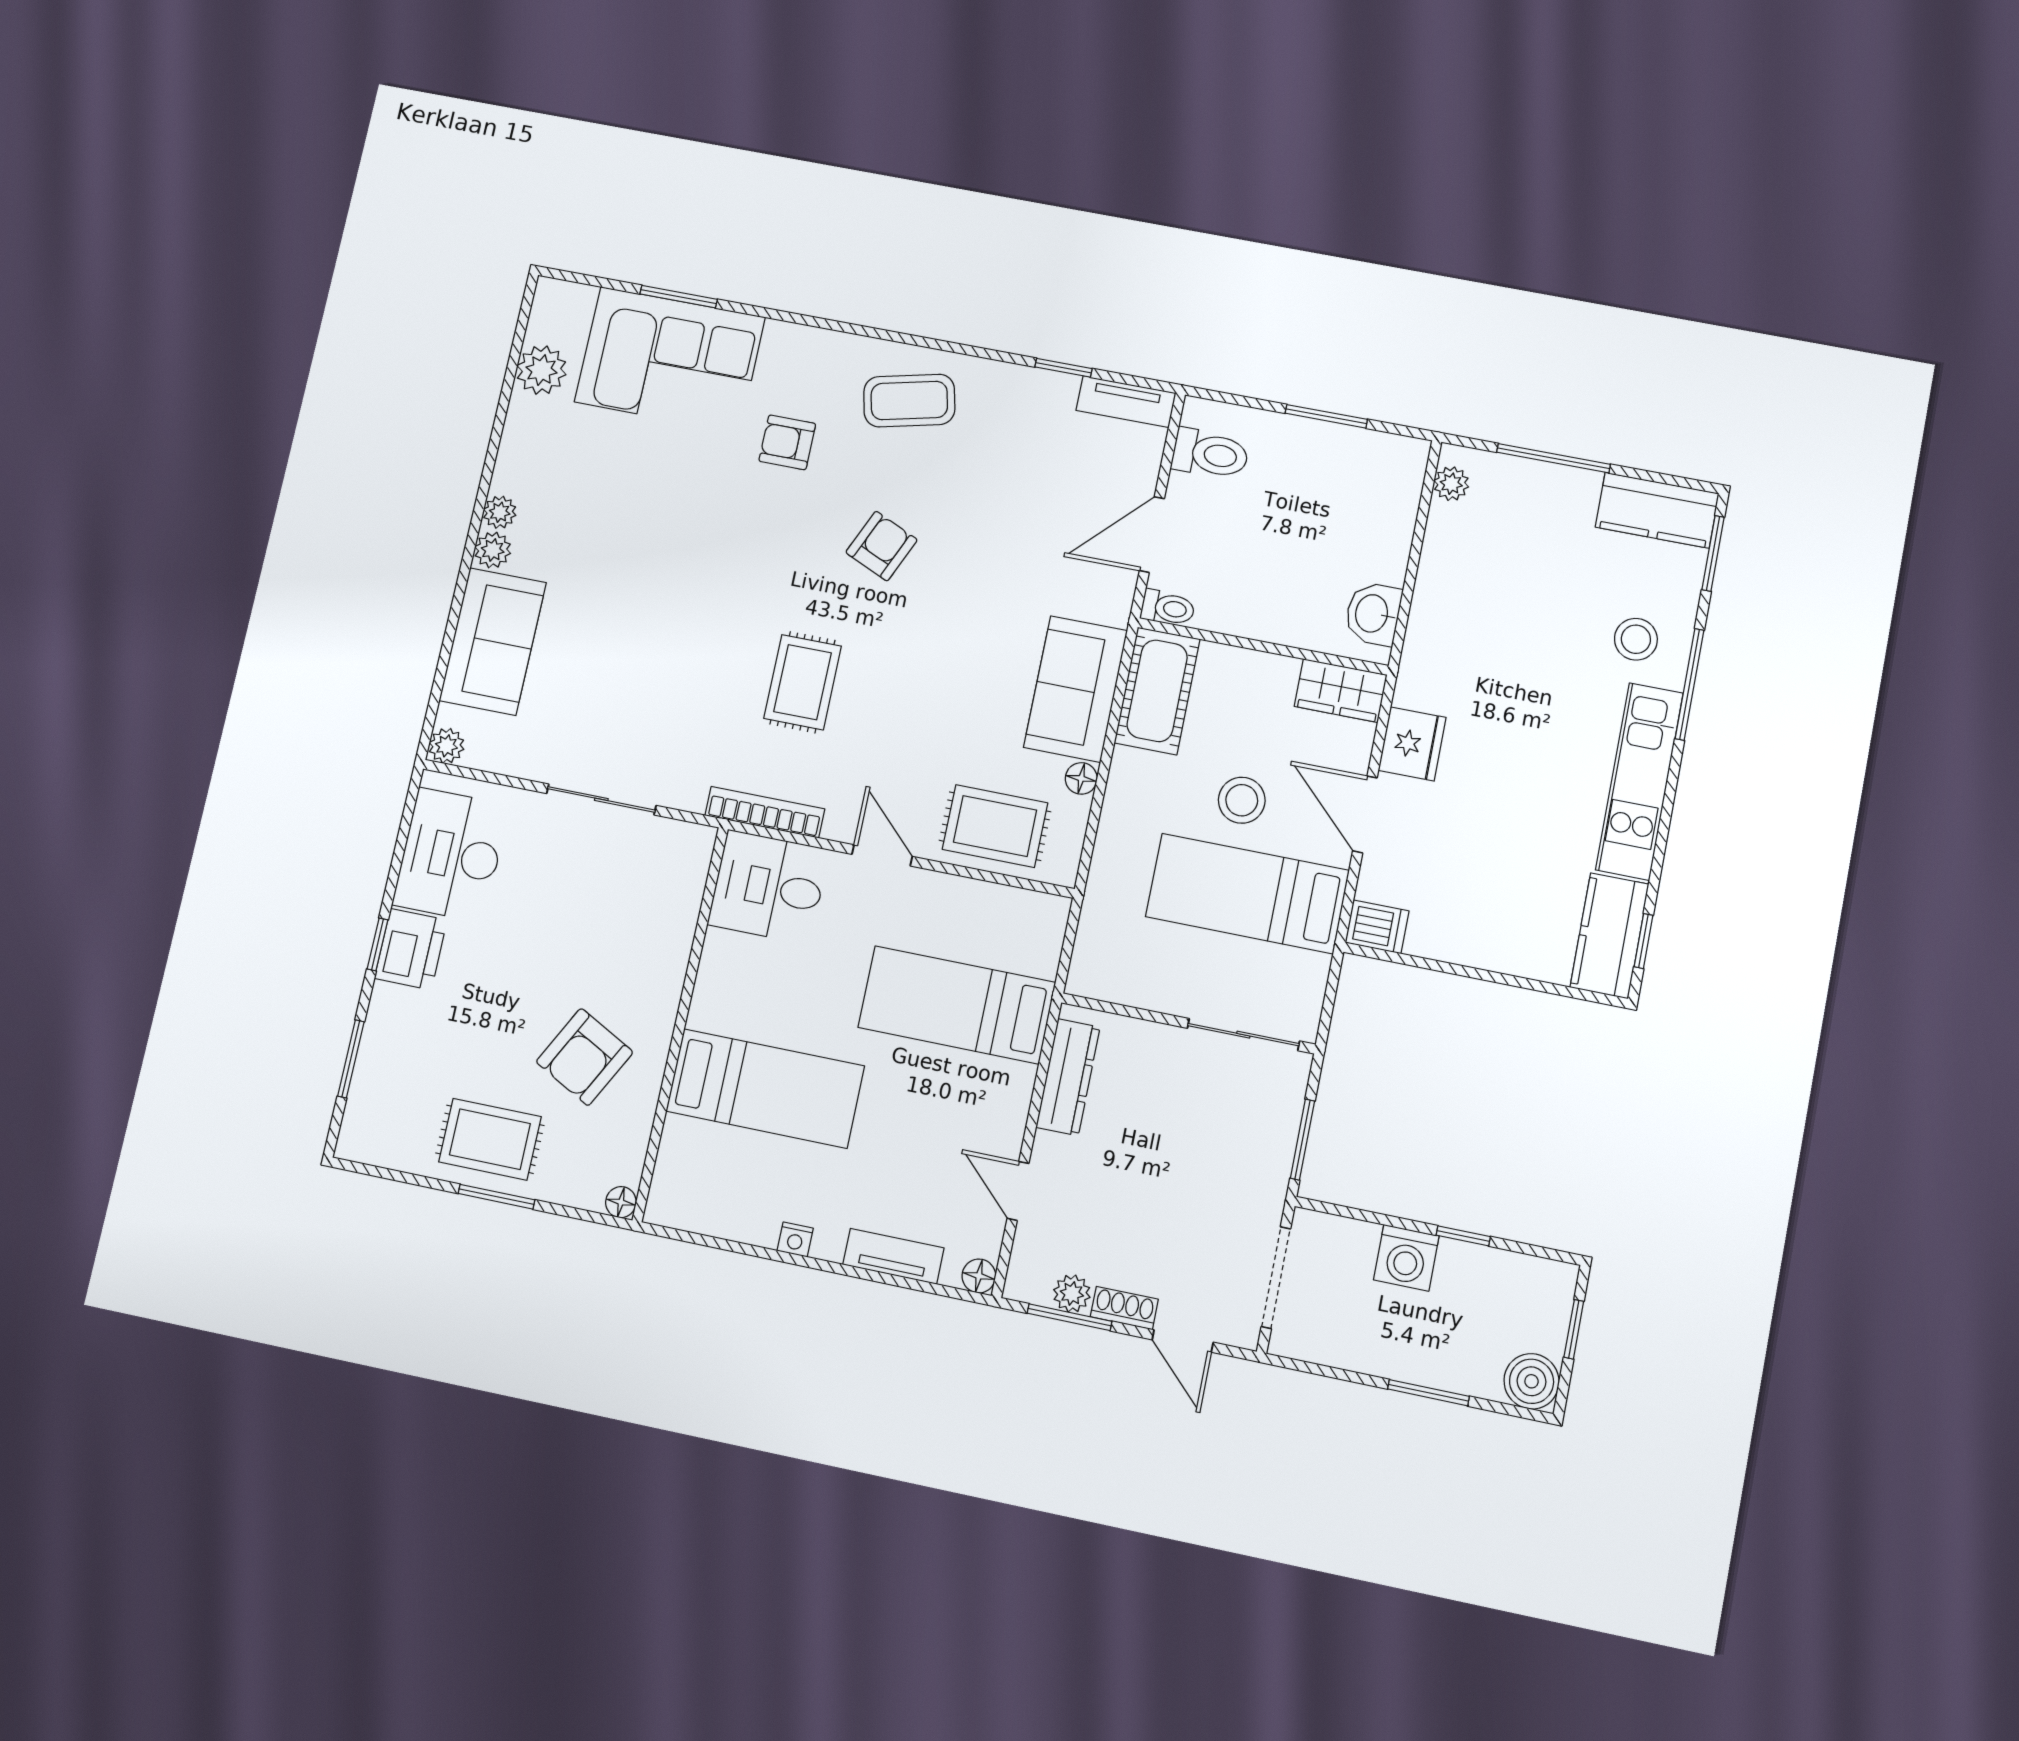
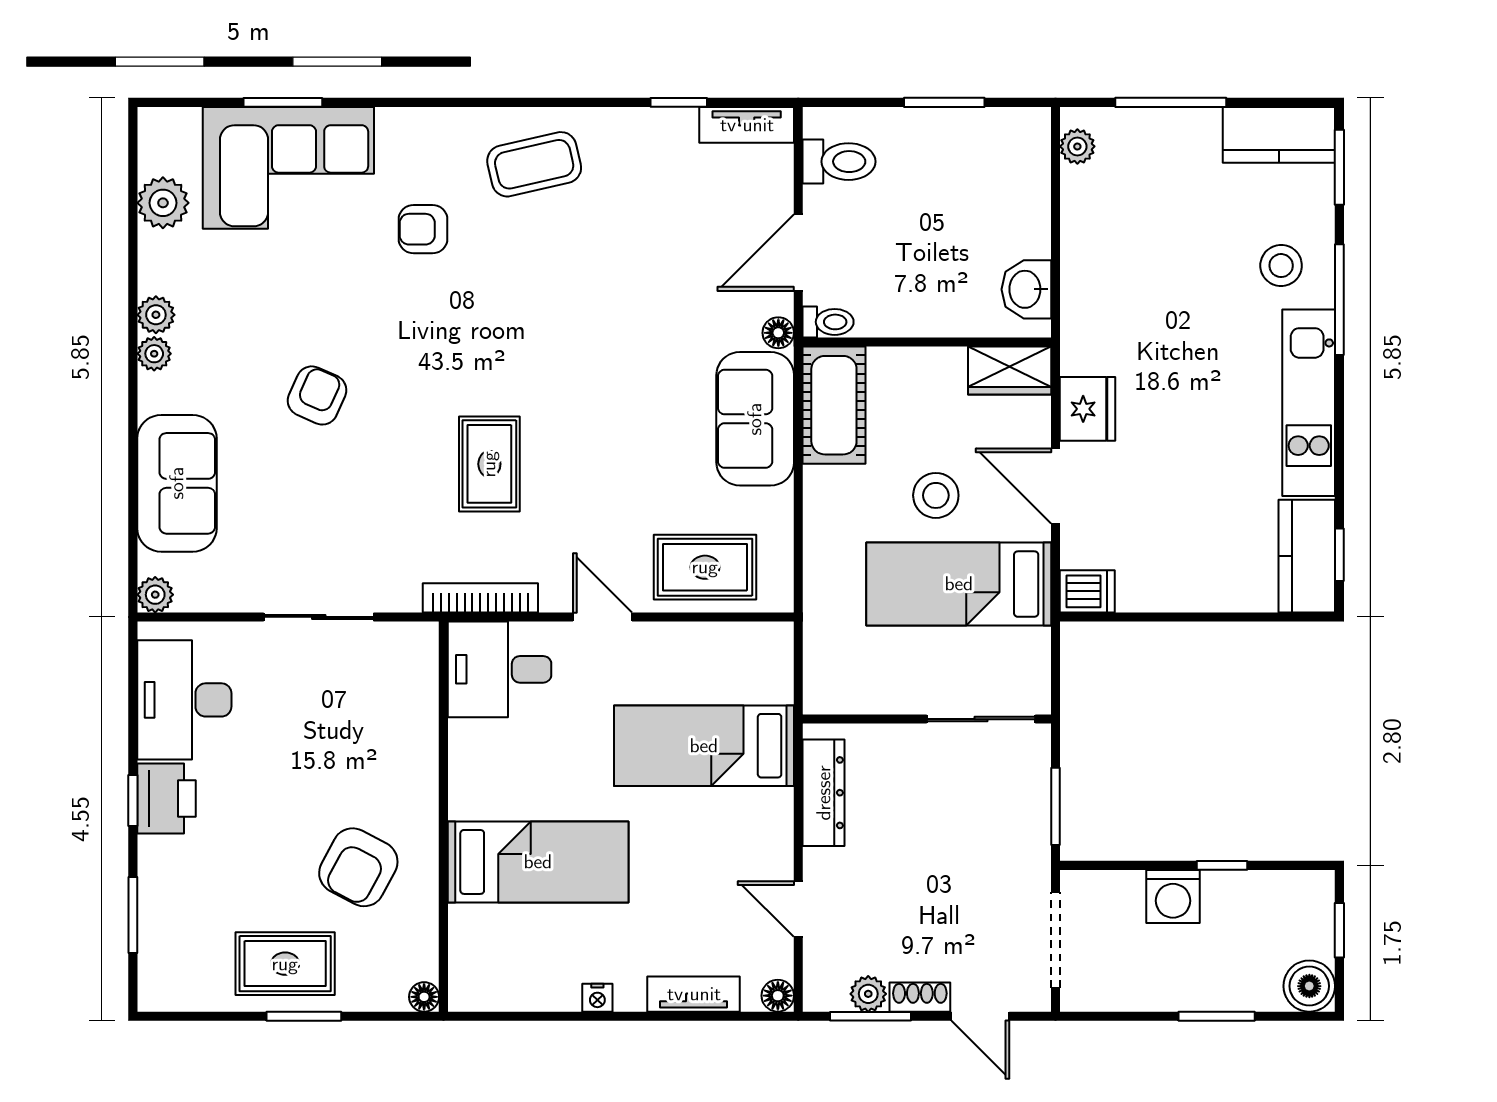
armchair: (882, 546) -> (317, 395), moved
plant: (493, 550) -> (156, 315), moved
floor lamp: (1081, 778) -> (778, 333), moved

